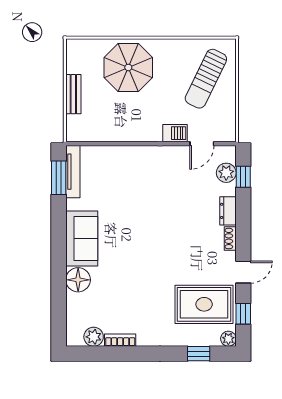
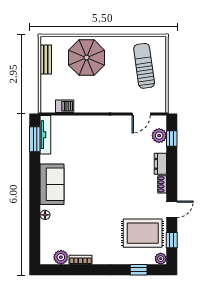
sun lounger: (206, 79) -> (144, 66), turned 146
bench: (73, 94) -> (46, 60), moved
barbecue: (175, 133) -> (65, 106), moved
floor lamp: (78, 280) -> (45, 215), width x0.53, depth x0.53

